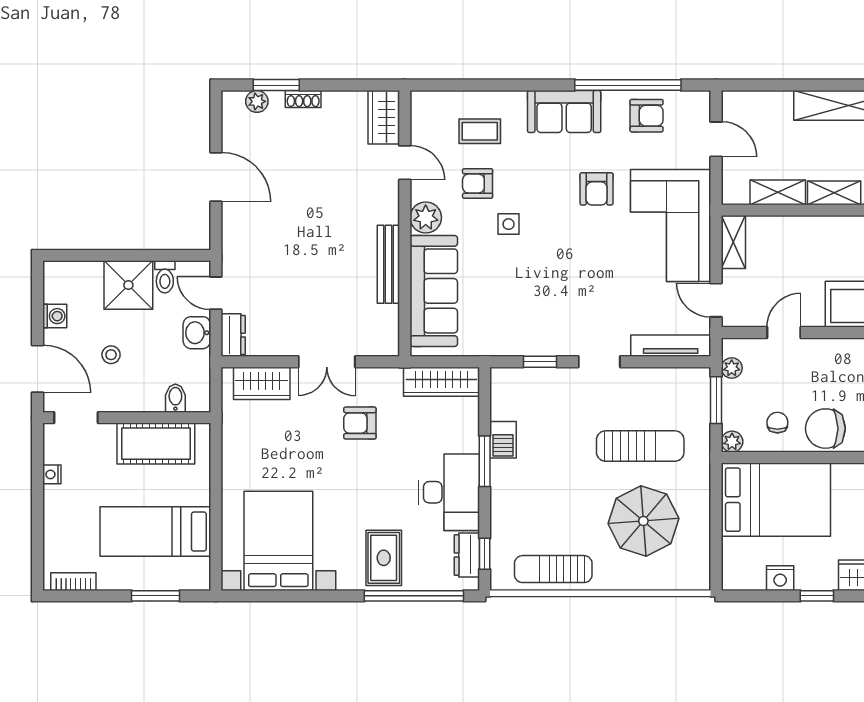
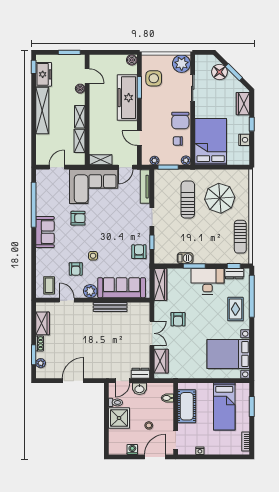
armchair: (647, 116) -> (139, 252), moved
wardrobe: (384, 117) -> (43, 323), moved, turned -90
coffee table: (480, 131) -> (49, 285), moved
door: (405, 163) -> (67, 300), hinge flipped
rug: (384, 558) -> (235, 309), turned 90

